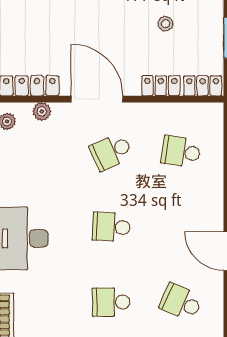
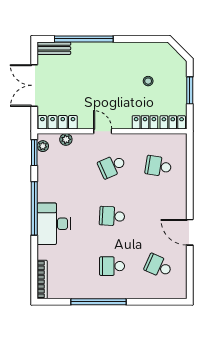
door: (97, 99) -> (103, 131), width x0.53

